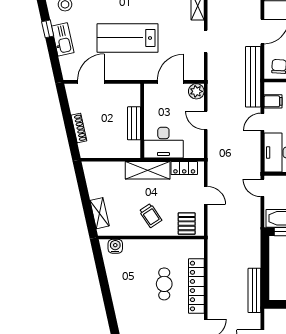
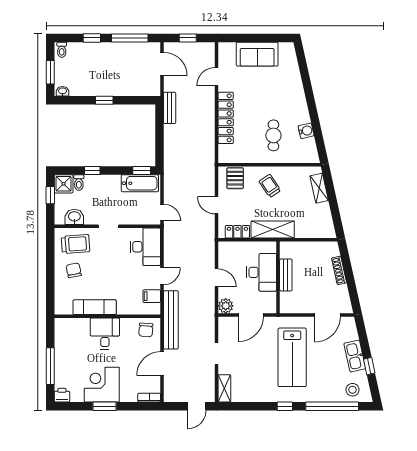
lab bench: (128, 38) -> (292, 357), turned 90
desk: (163, 143) -> (262, 272), moved, turned 90
water cooler: (115, 246) -> (306, 131), moved, turned -102
cafe table: (164, 284) -> (273, 135), moved
bench: (254, 290) -> (170, 108), width x0.73

